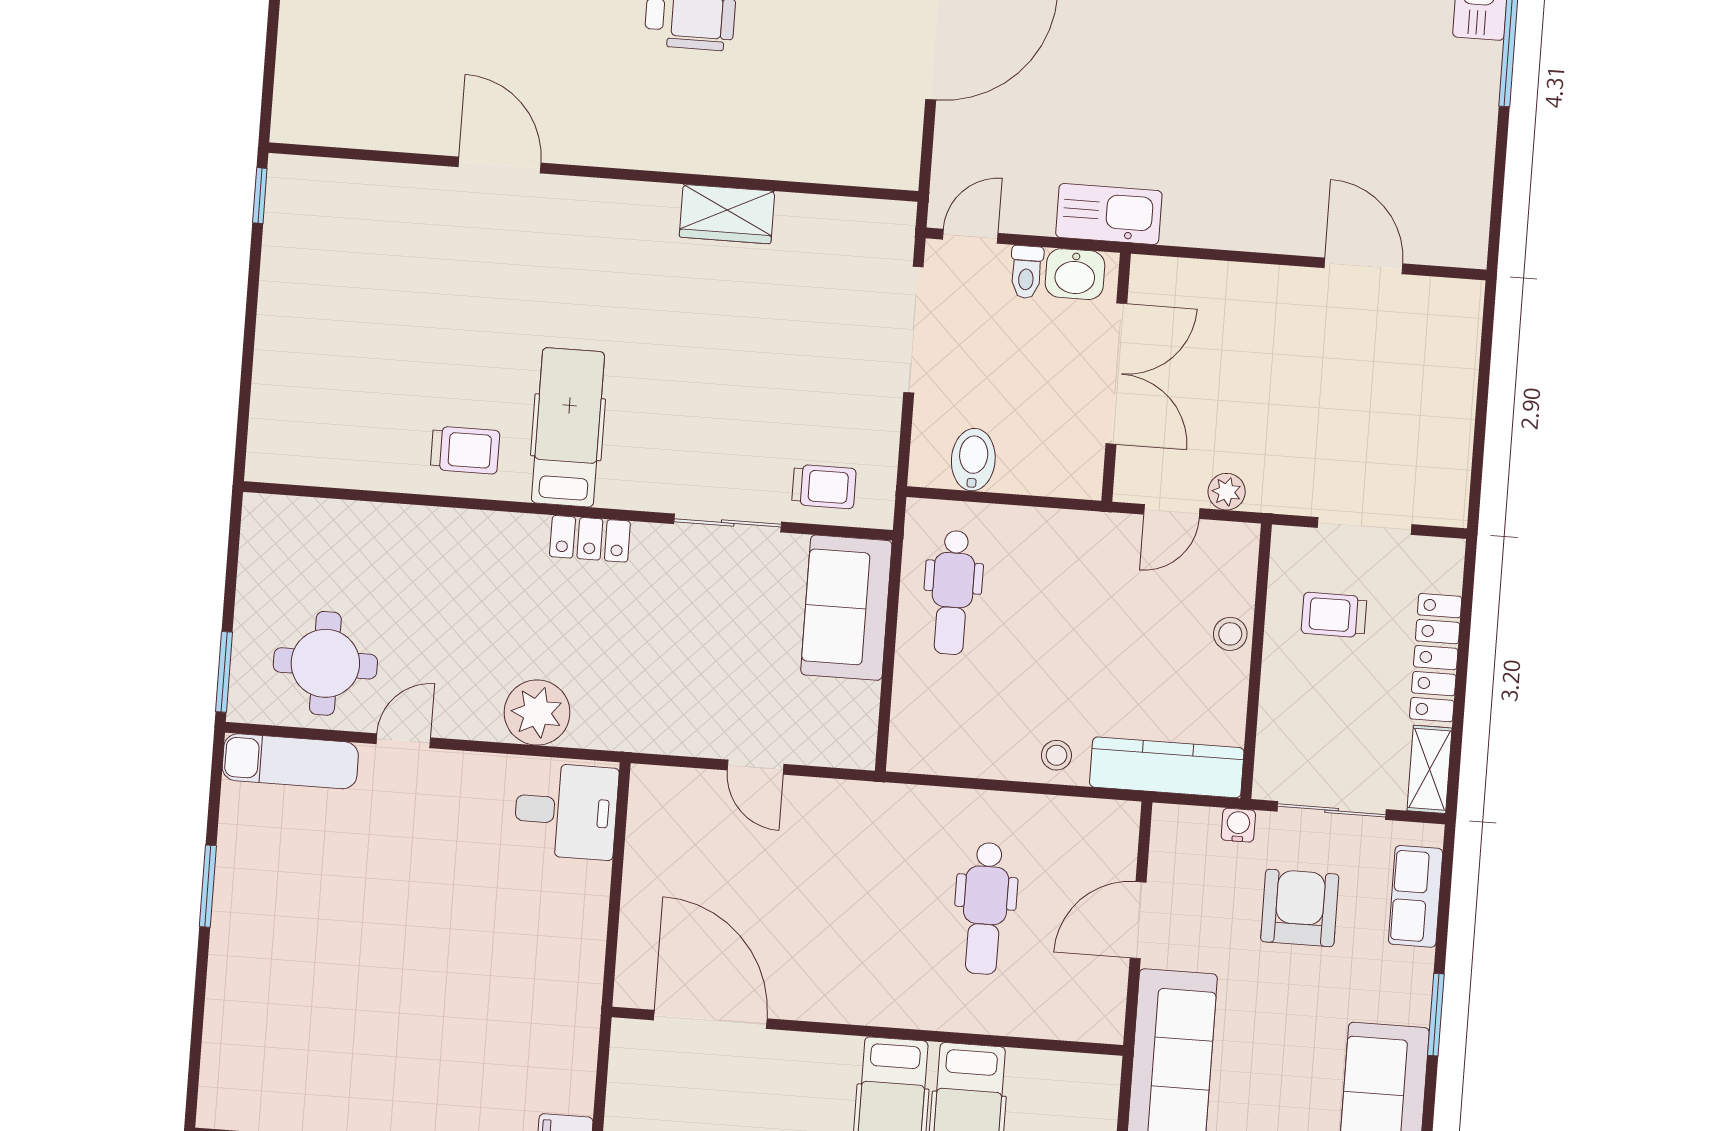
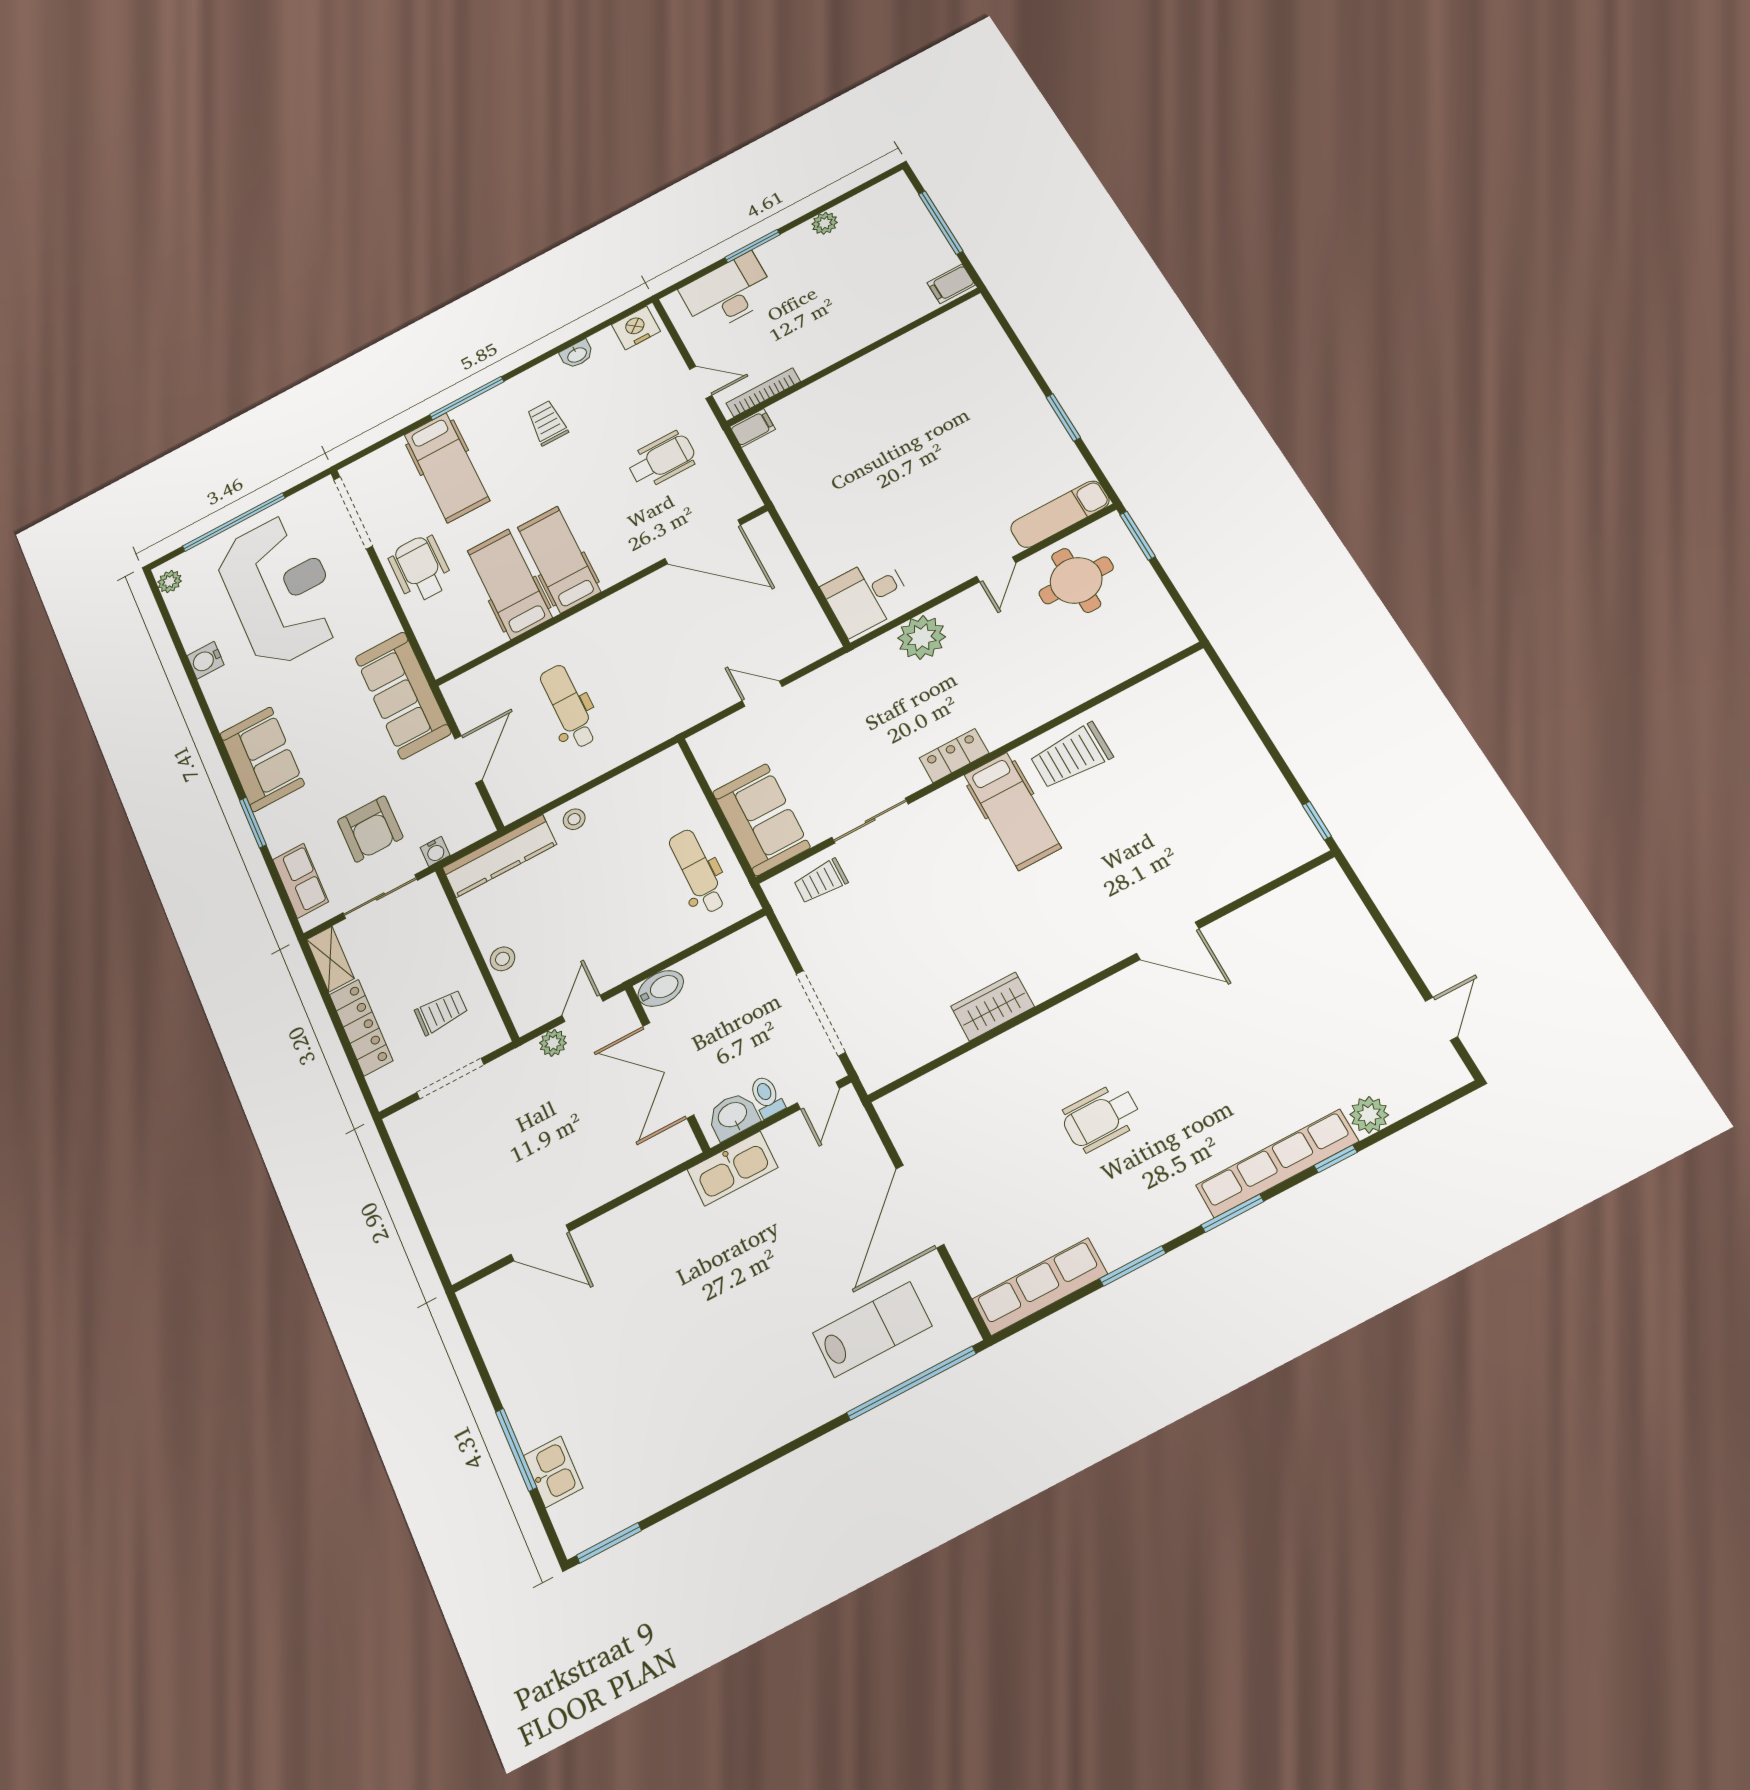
trolley: (465, 450) -> (1071, 756), width x1.36, depth x1.39
bidet: (973, 460) -> (661, 988), moved, turned -90

